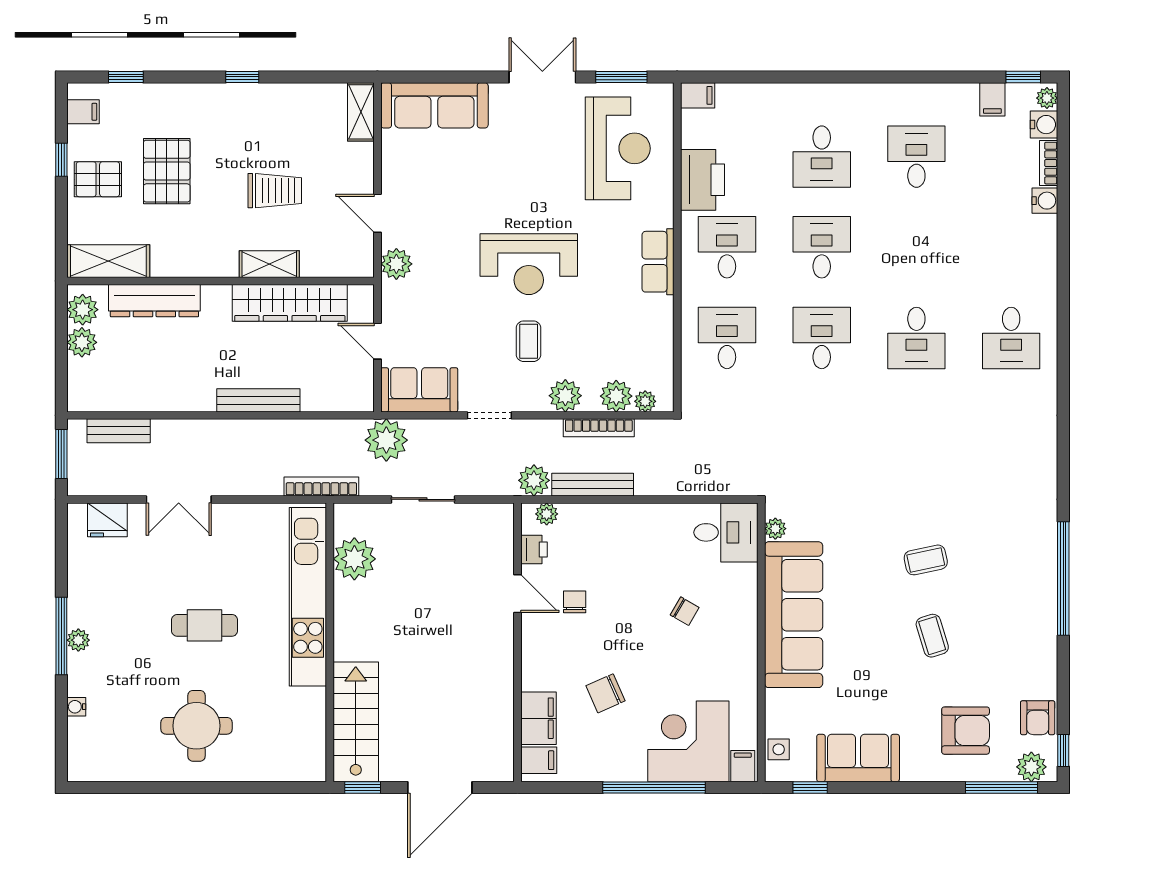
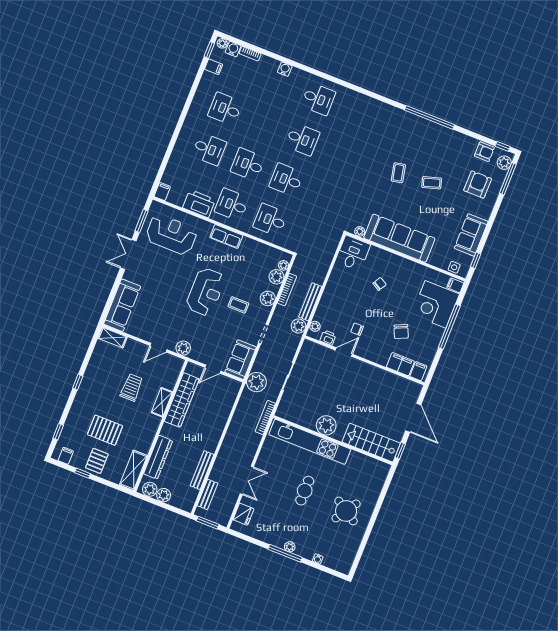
water cooler: (1045, 201) -> (285, 69), moved
bench: (258, 400) -> (202, 470), moved
plant: (354, 559) -> (326, 425), moved
round table: (196, 726) -> (346, 511), turned 33

